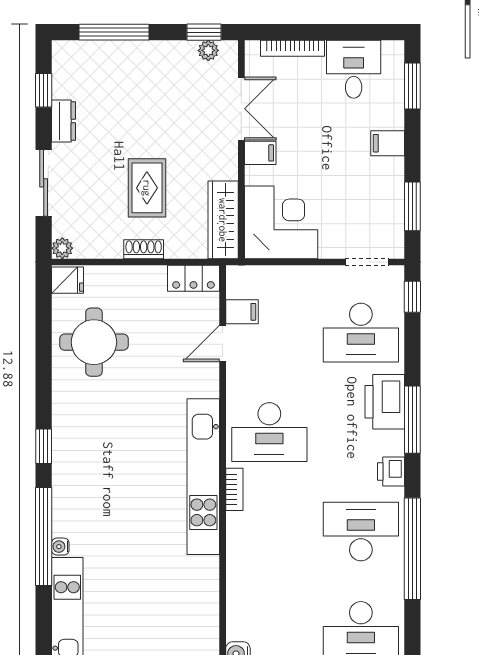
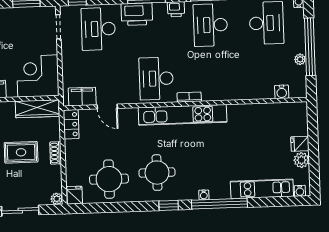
filing cabinet: (242, 312) -> (82, 97), width x2.00
desk: (361, 333) -> (98, 29), turned 180
round table: (103, 428) -> (157, 173), added
desk: (269, 432) -> (156, 79), turned 180
water cooler: (60, 547) -> (204, 195), moved

